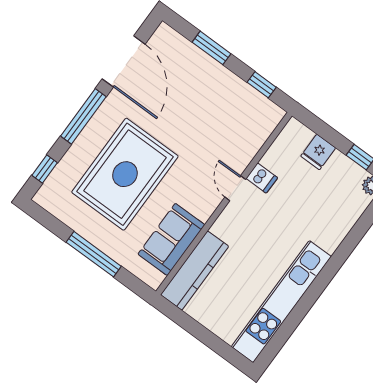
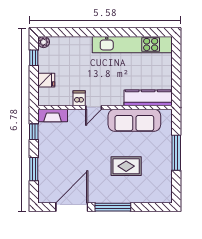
fireplace: (265, 126) -> (53, 115), added
window: (45, 169) -> (152, 207), removed
rug: (125, 174) -> (126, 166), width x0.54, depth x0.49
sofa: (171, 239) -> (134, 120), width x1.36

